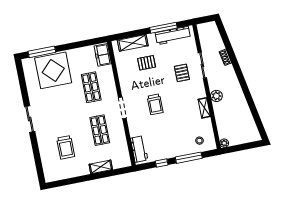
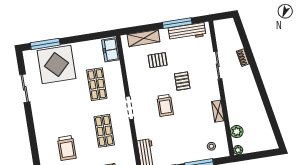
pallet: (182, 73) -> (182, 81), moved
plant: (216, 96) -> (237, 132), moved
sliding door: (30, 119) -> (25, 88), moved

